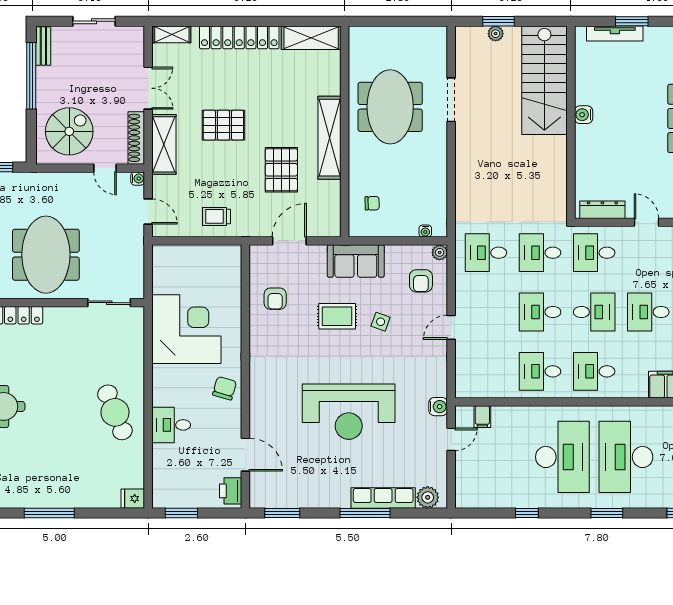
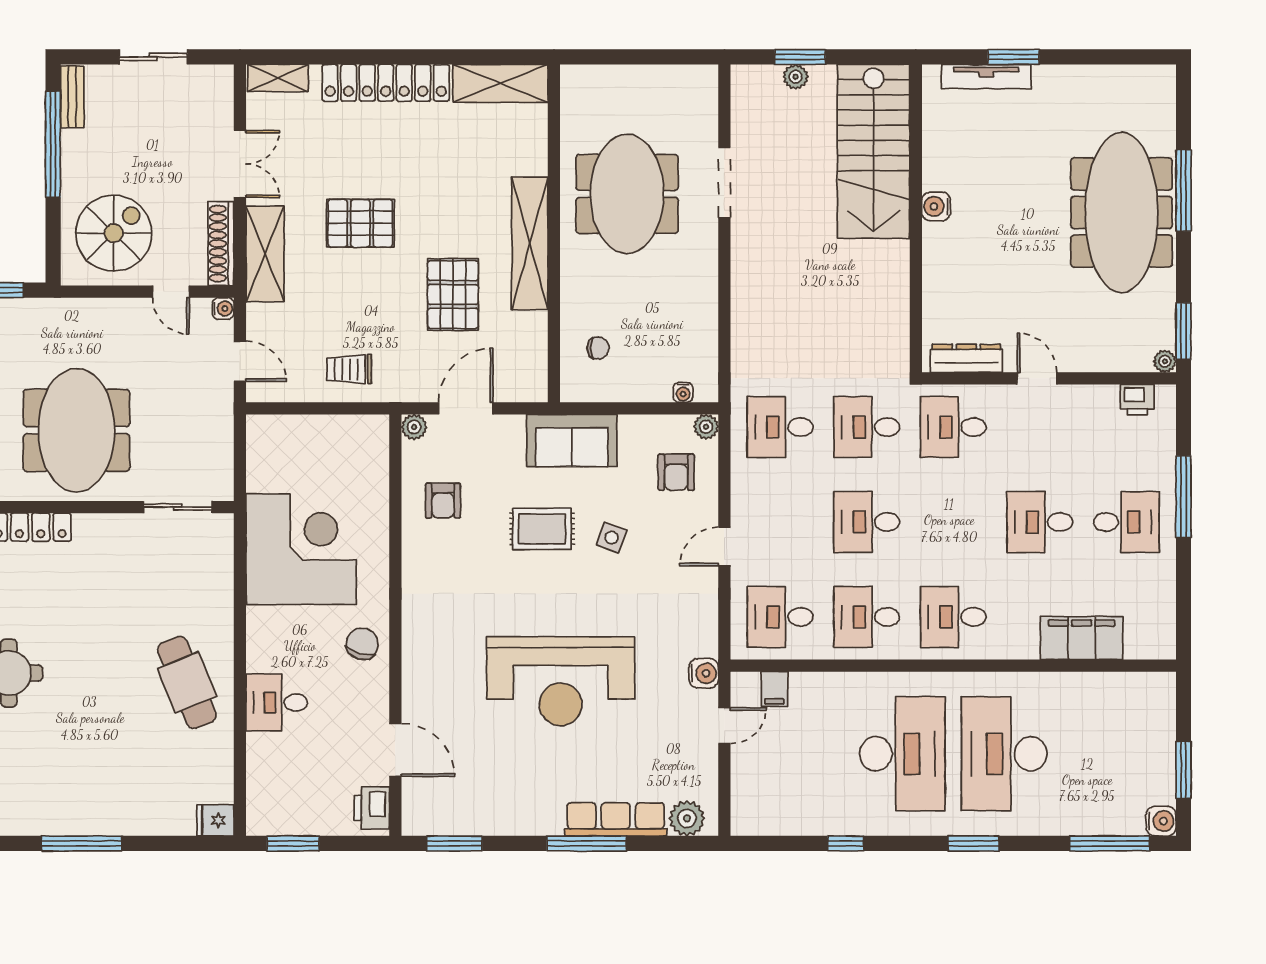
plant: (257, 253) -> (414, 427), added
desk: (594, 312) -> (780, 617), moved, turned 180

